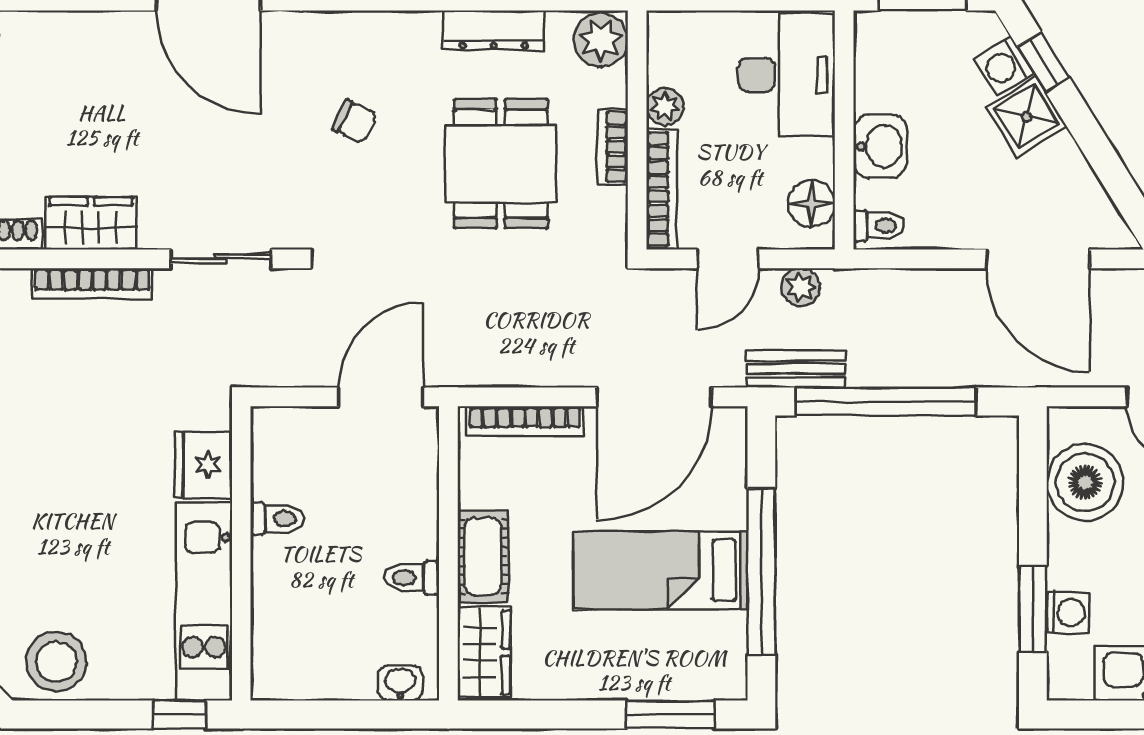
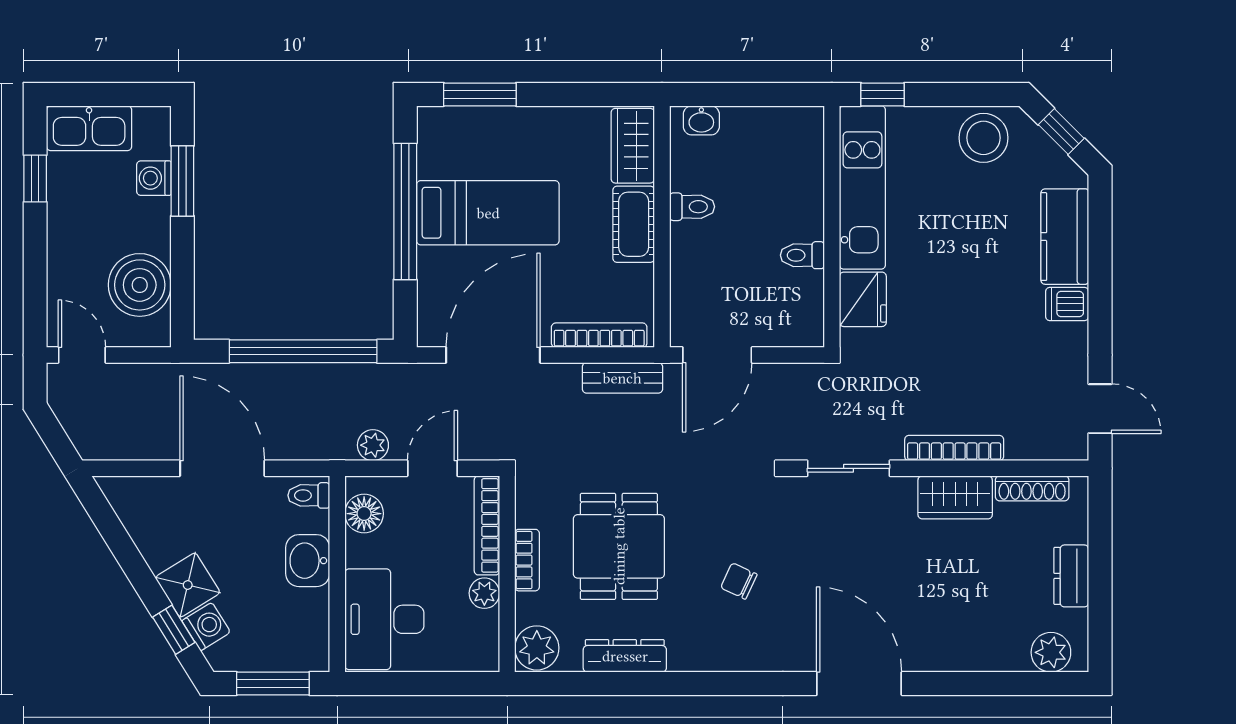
door: (1038, 259) -> (222, 468), moved
bench: (796, 369) -> (622, 378), moved

